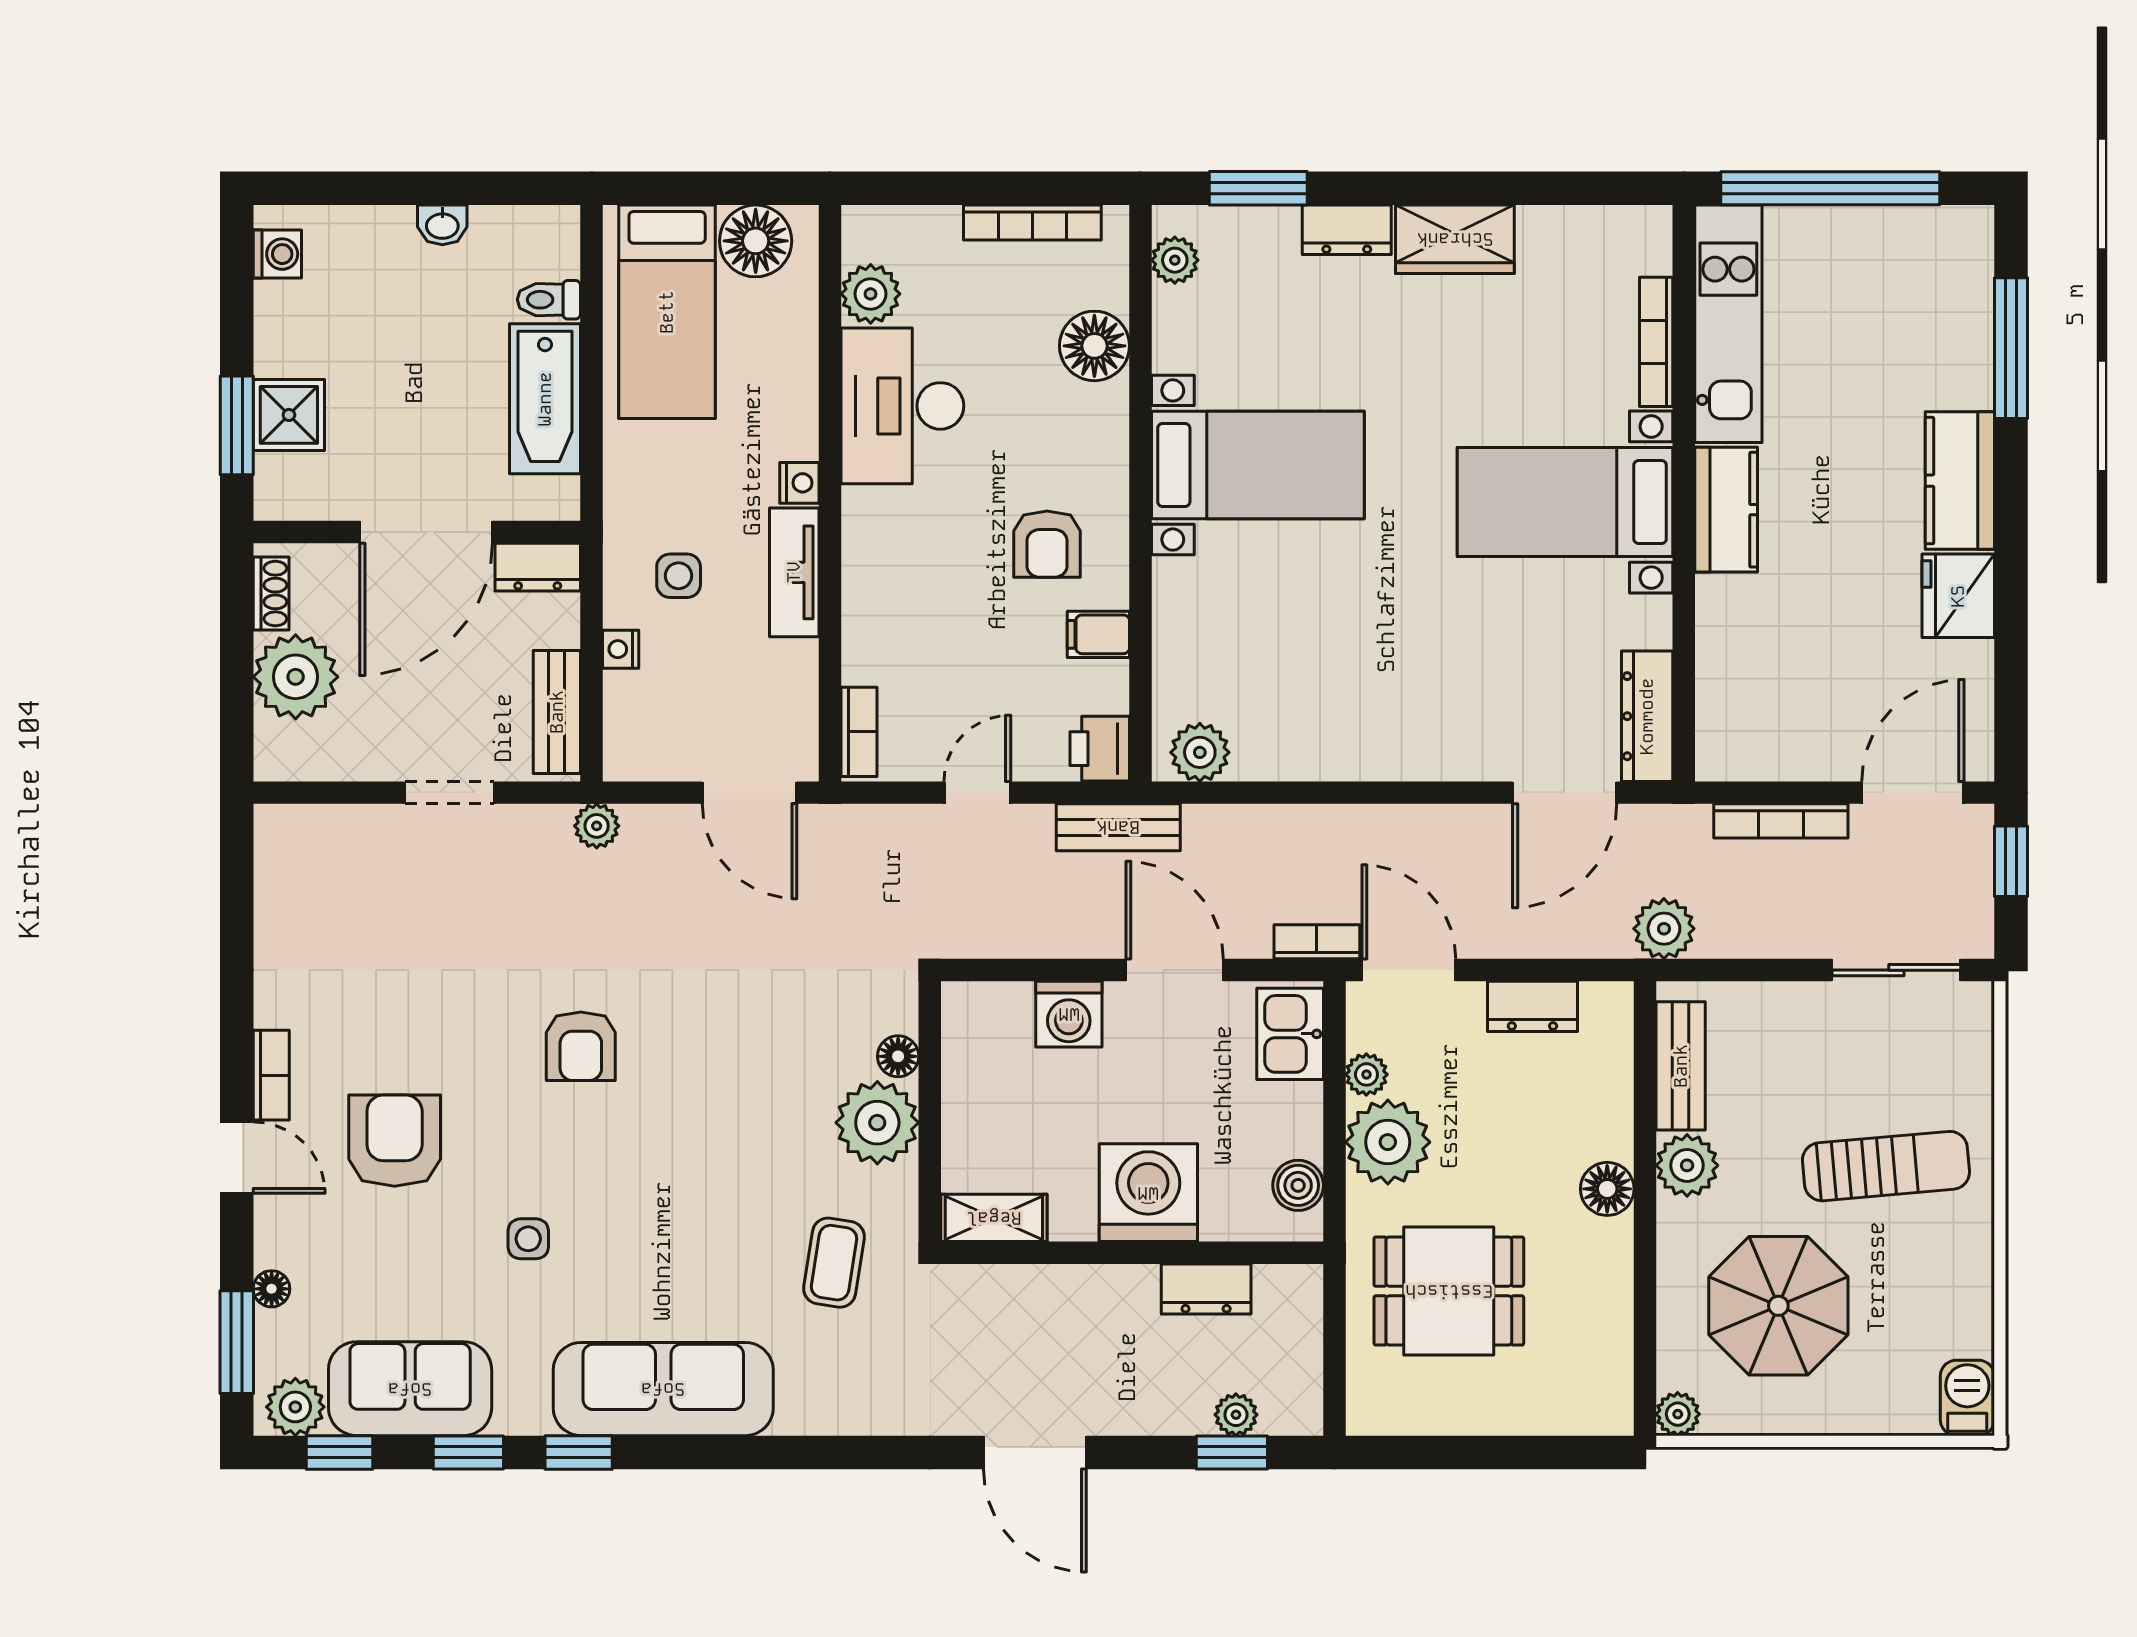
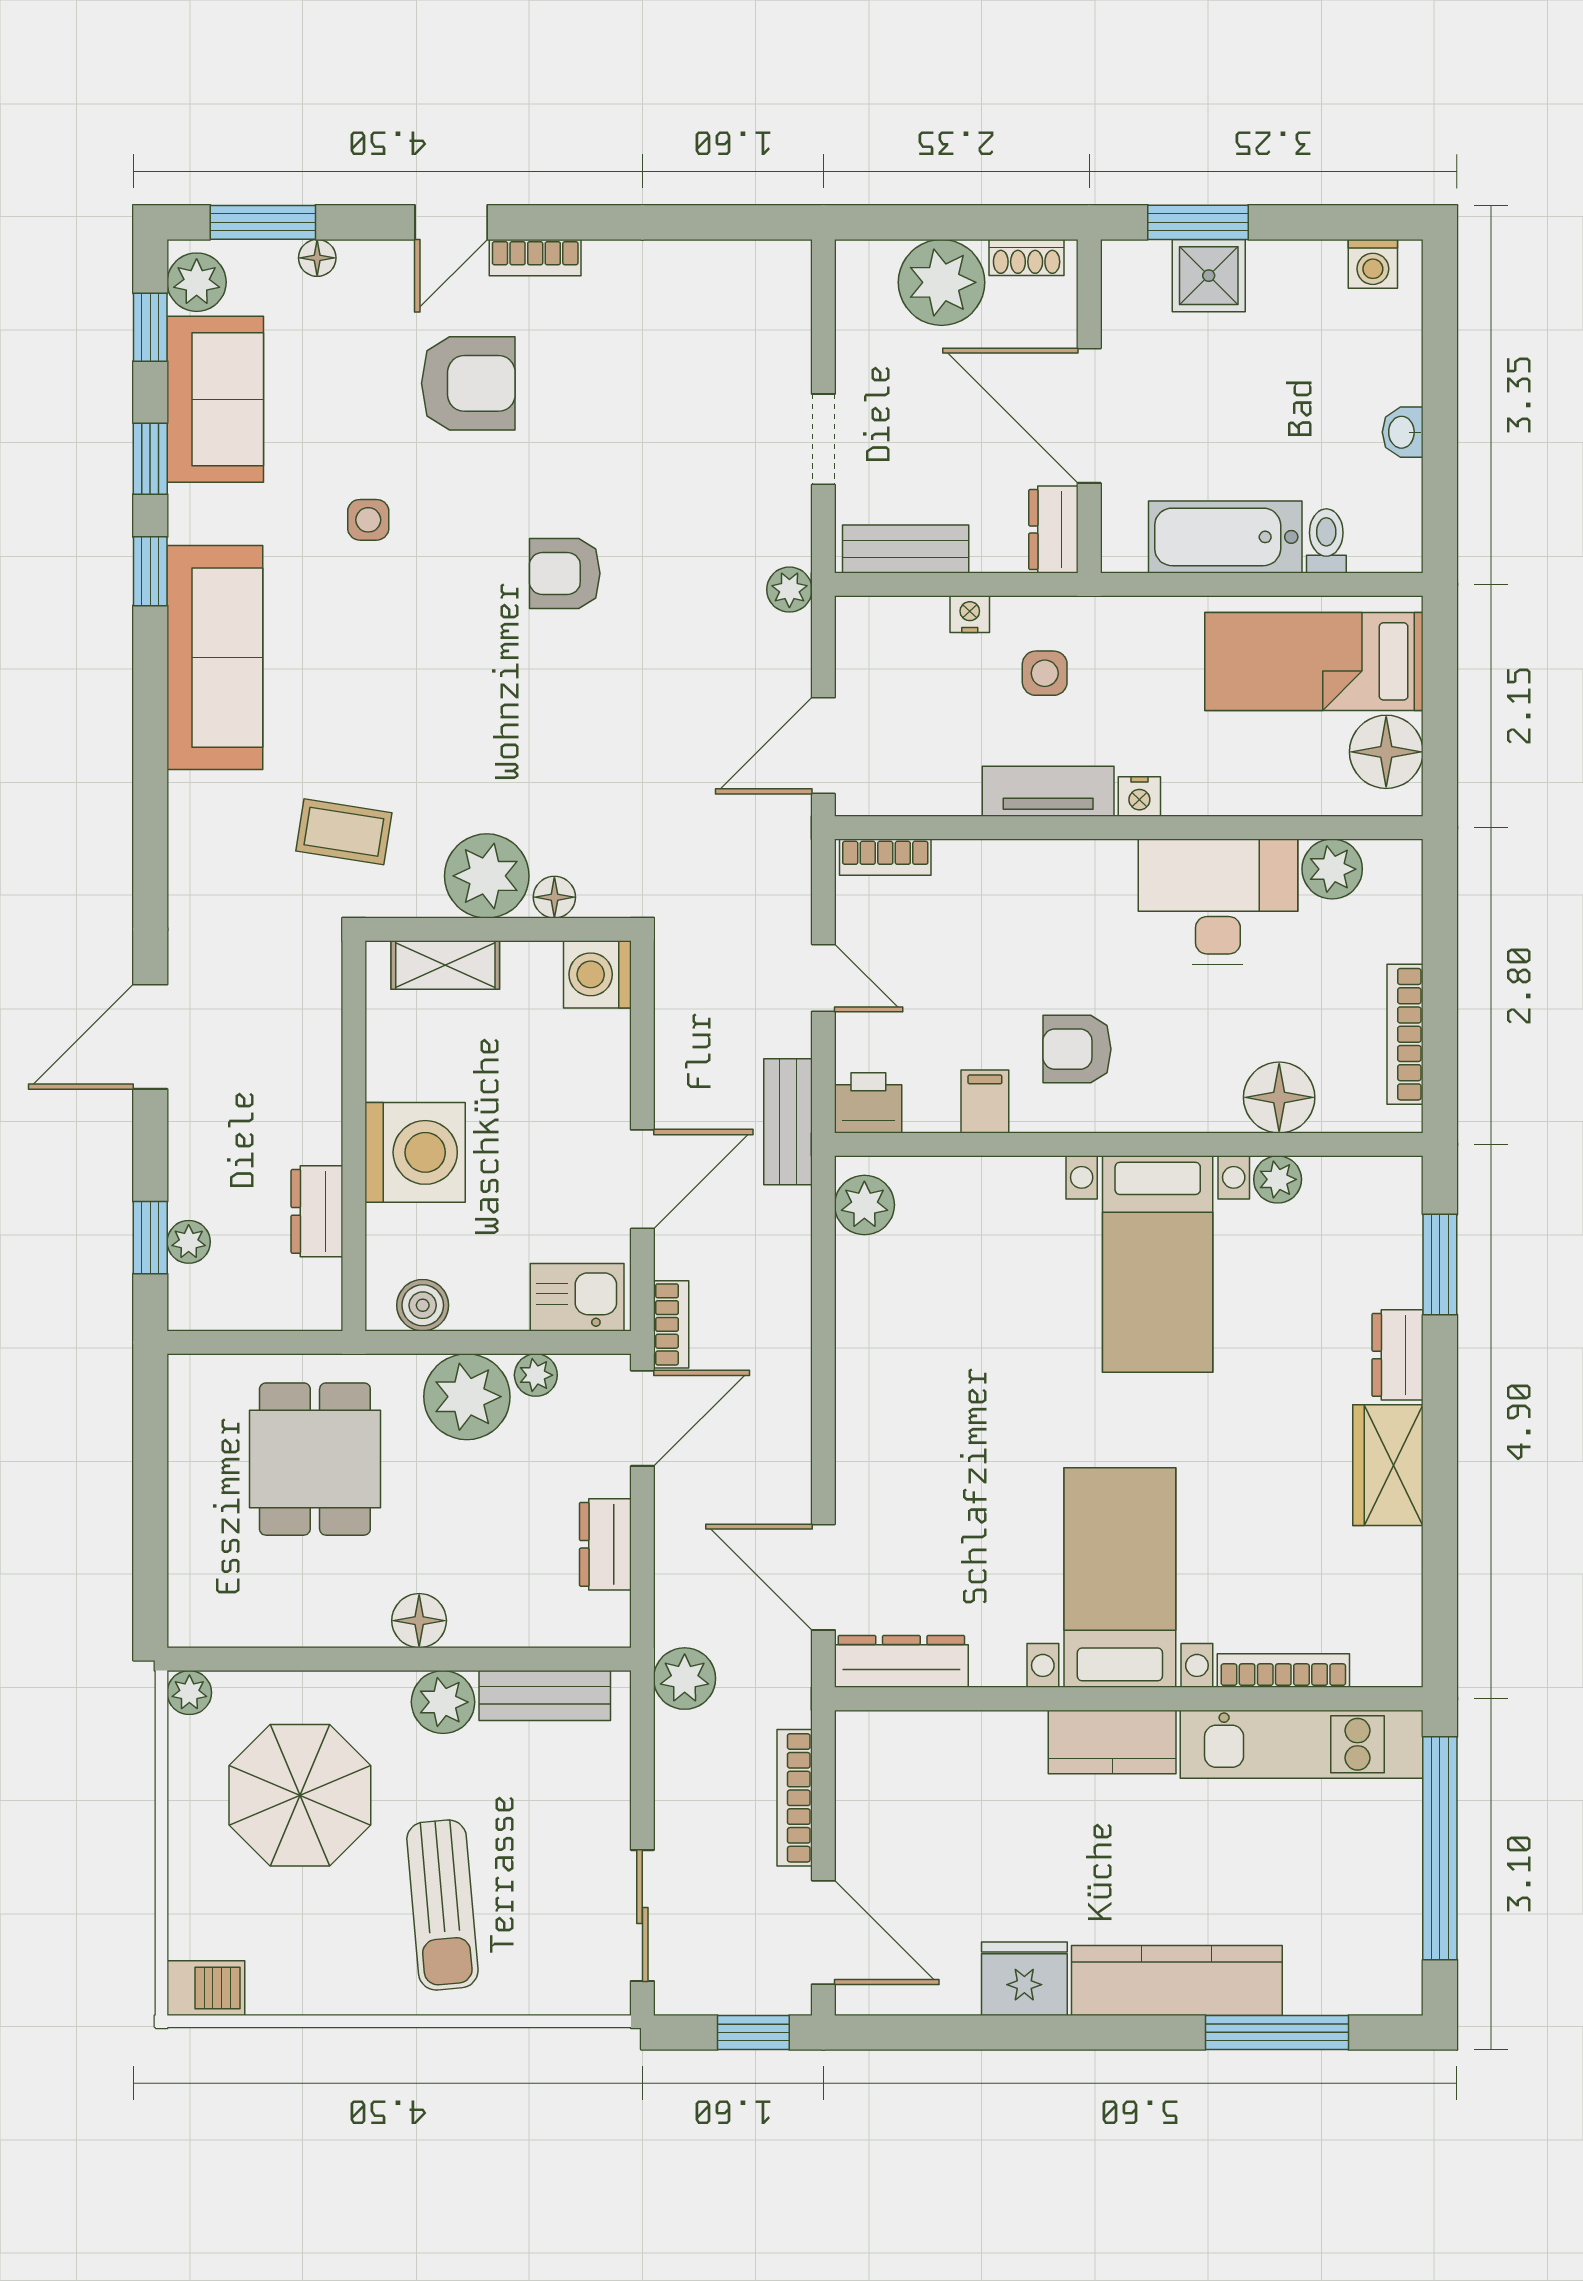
plant: (1175, 260) -> (1278, 1179), moved
kitchen counter: (1960, 481) -> (1177, 1980), width x1.50
washing machine: (1069, 1014) -> (597, 974), moved
shelving: (994, 1218) -> (445, 965), moved, turned 90

